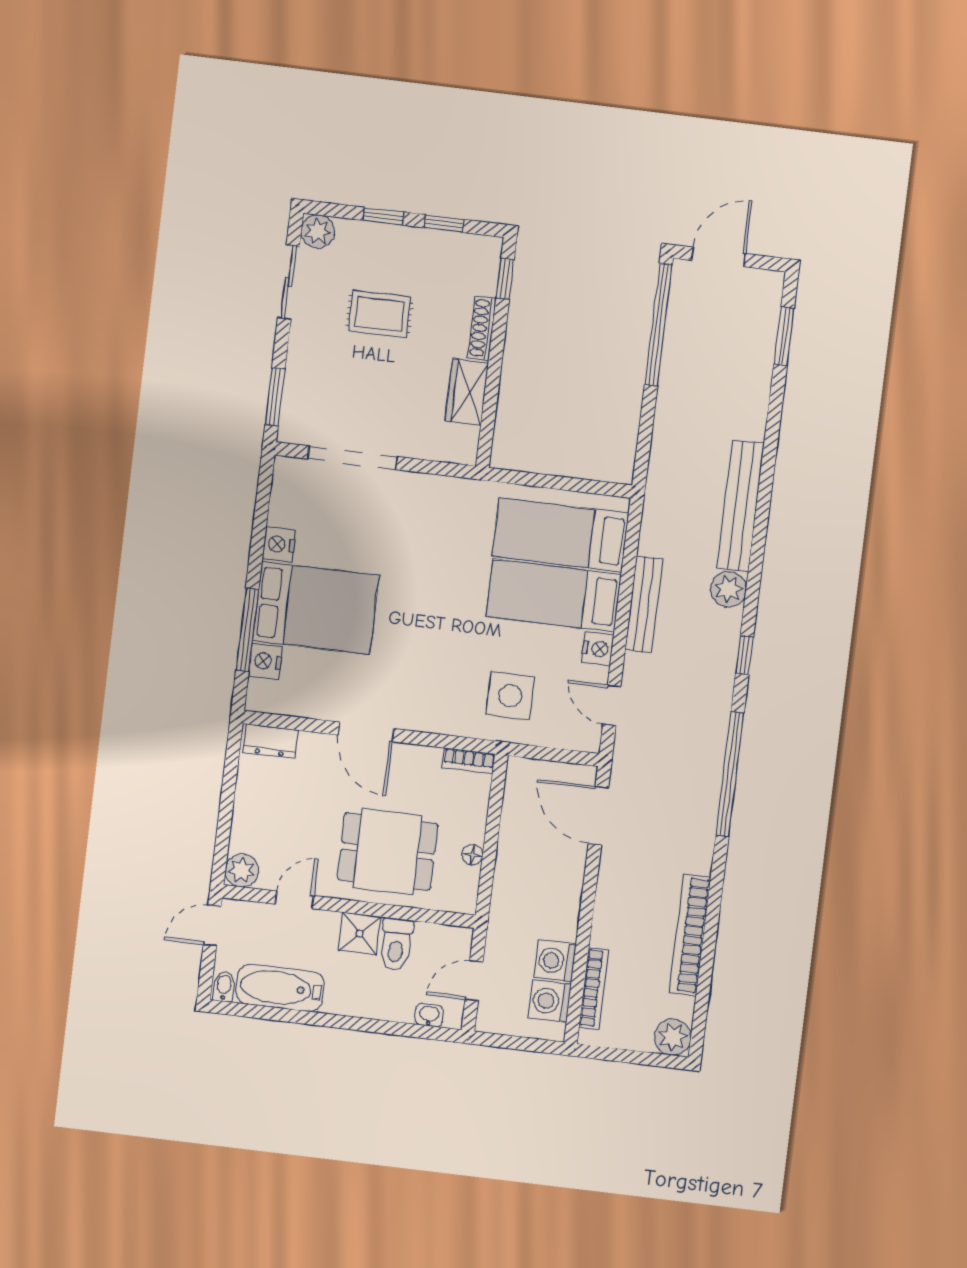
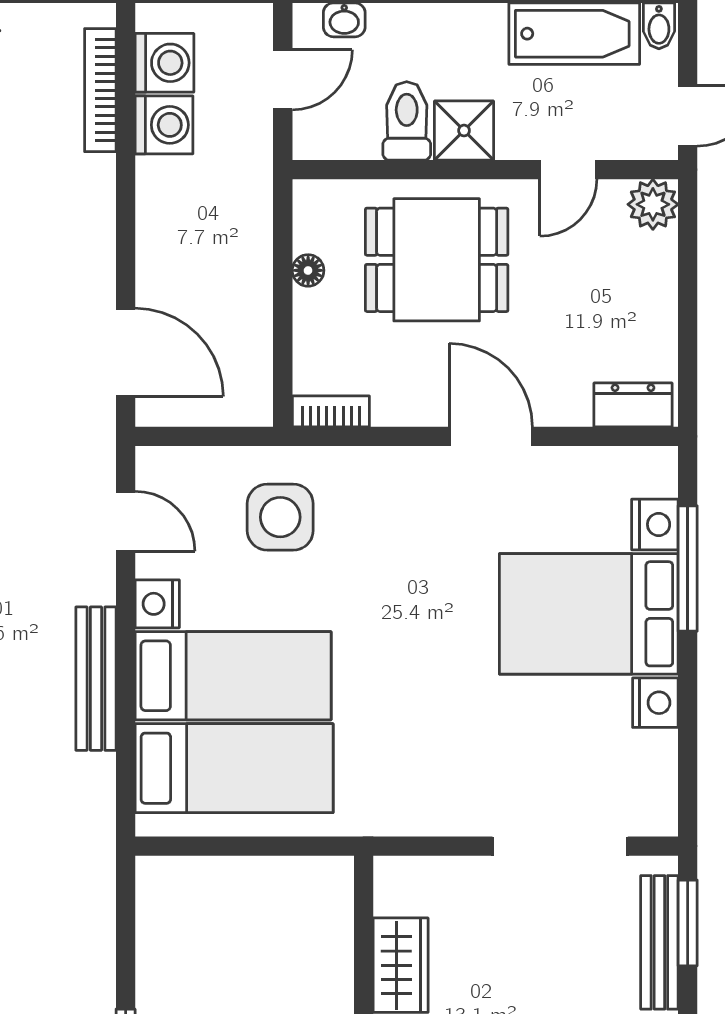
bench: (295, 386) -> (659, 942), added

